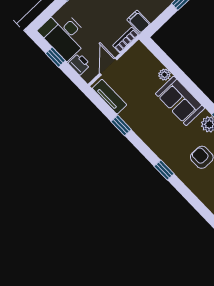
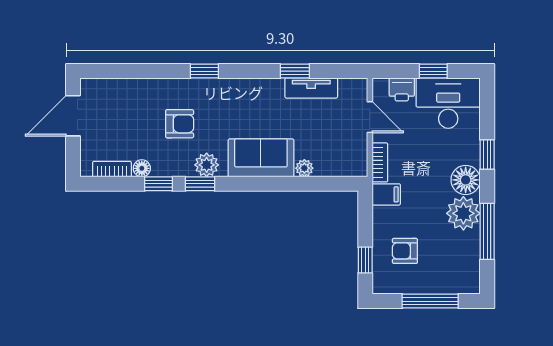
tv unit: (109, 97) -> (311, 88), moved

